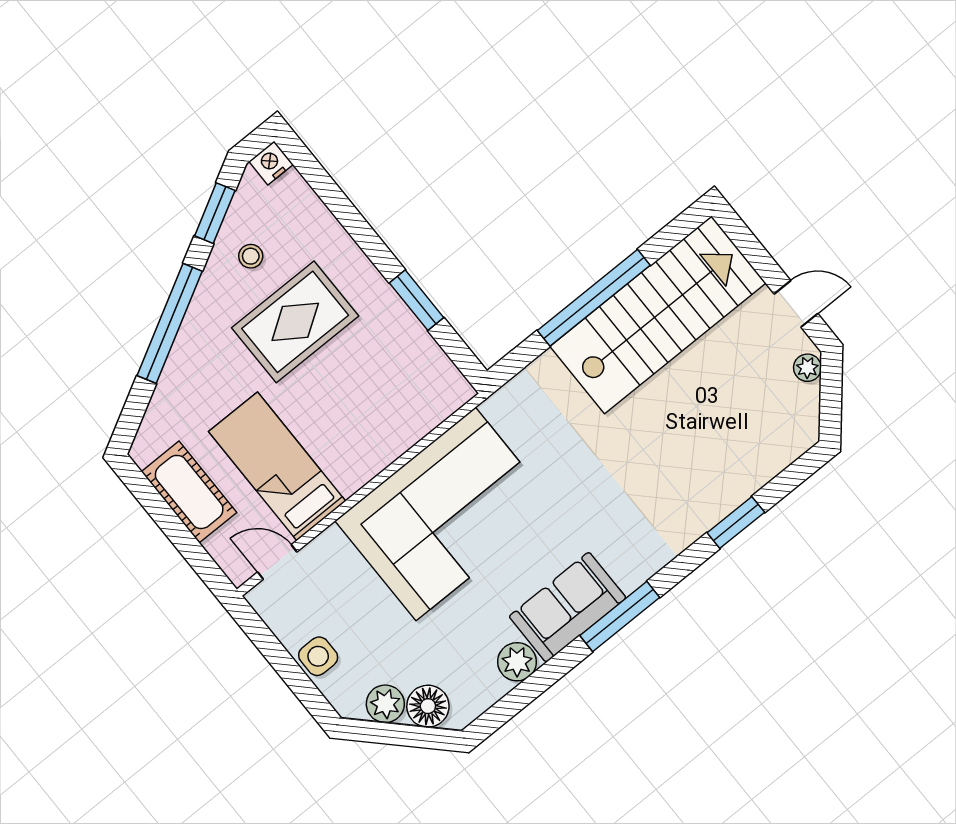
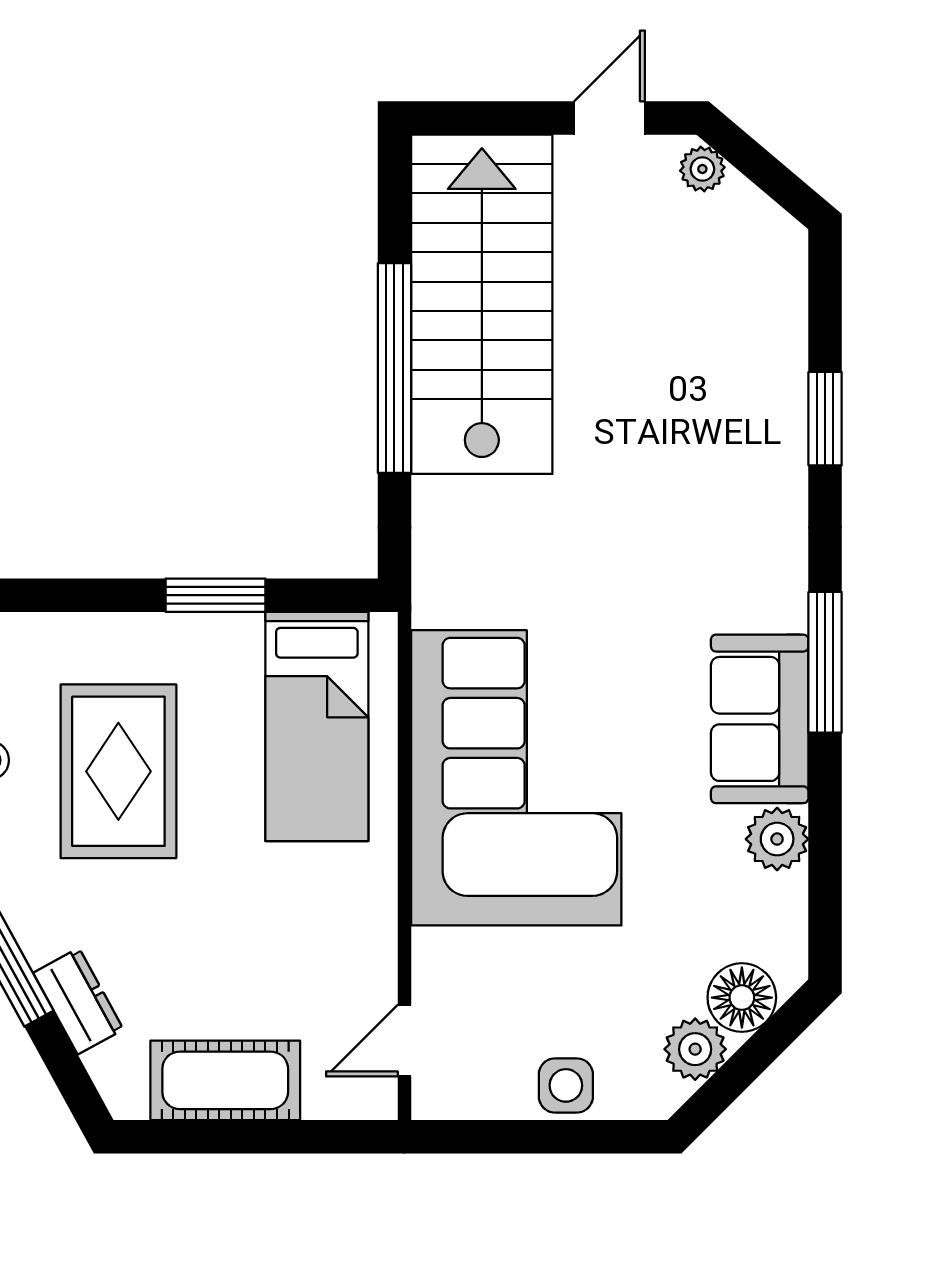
dresser: (170, 391) -> (78, 1001), added
bed: (277, 466) -> (317, 726), moved, turned -90

